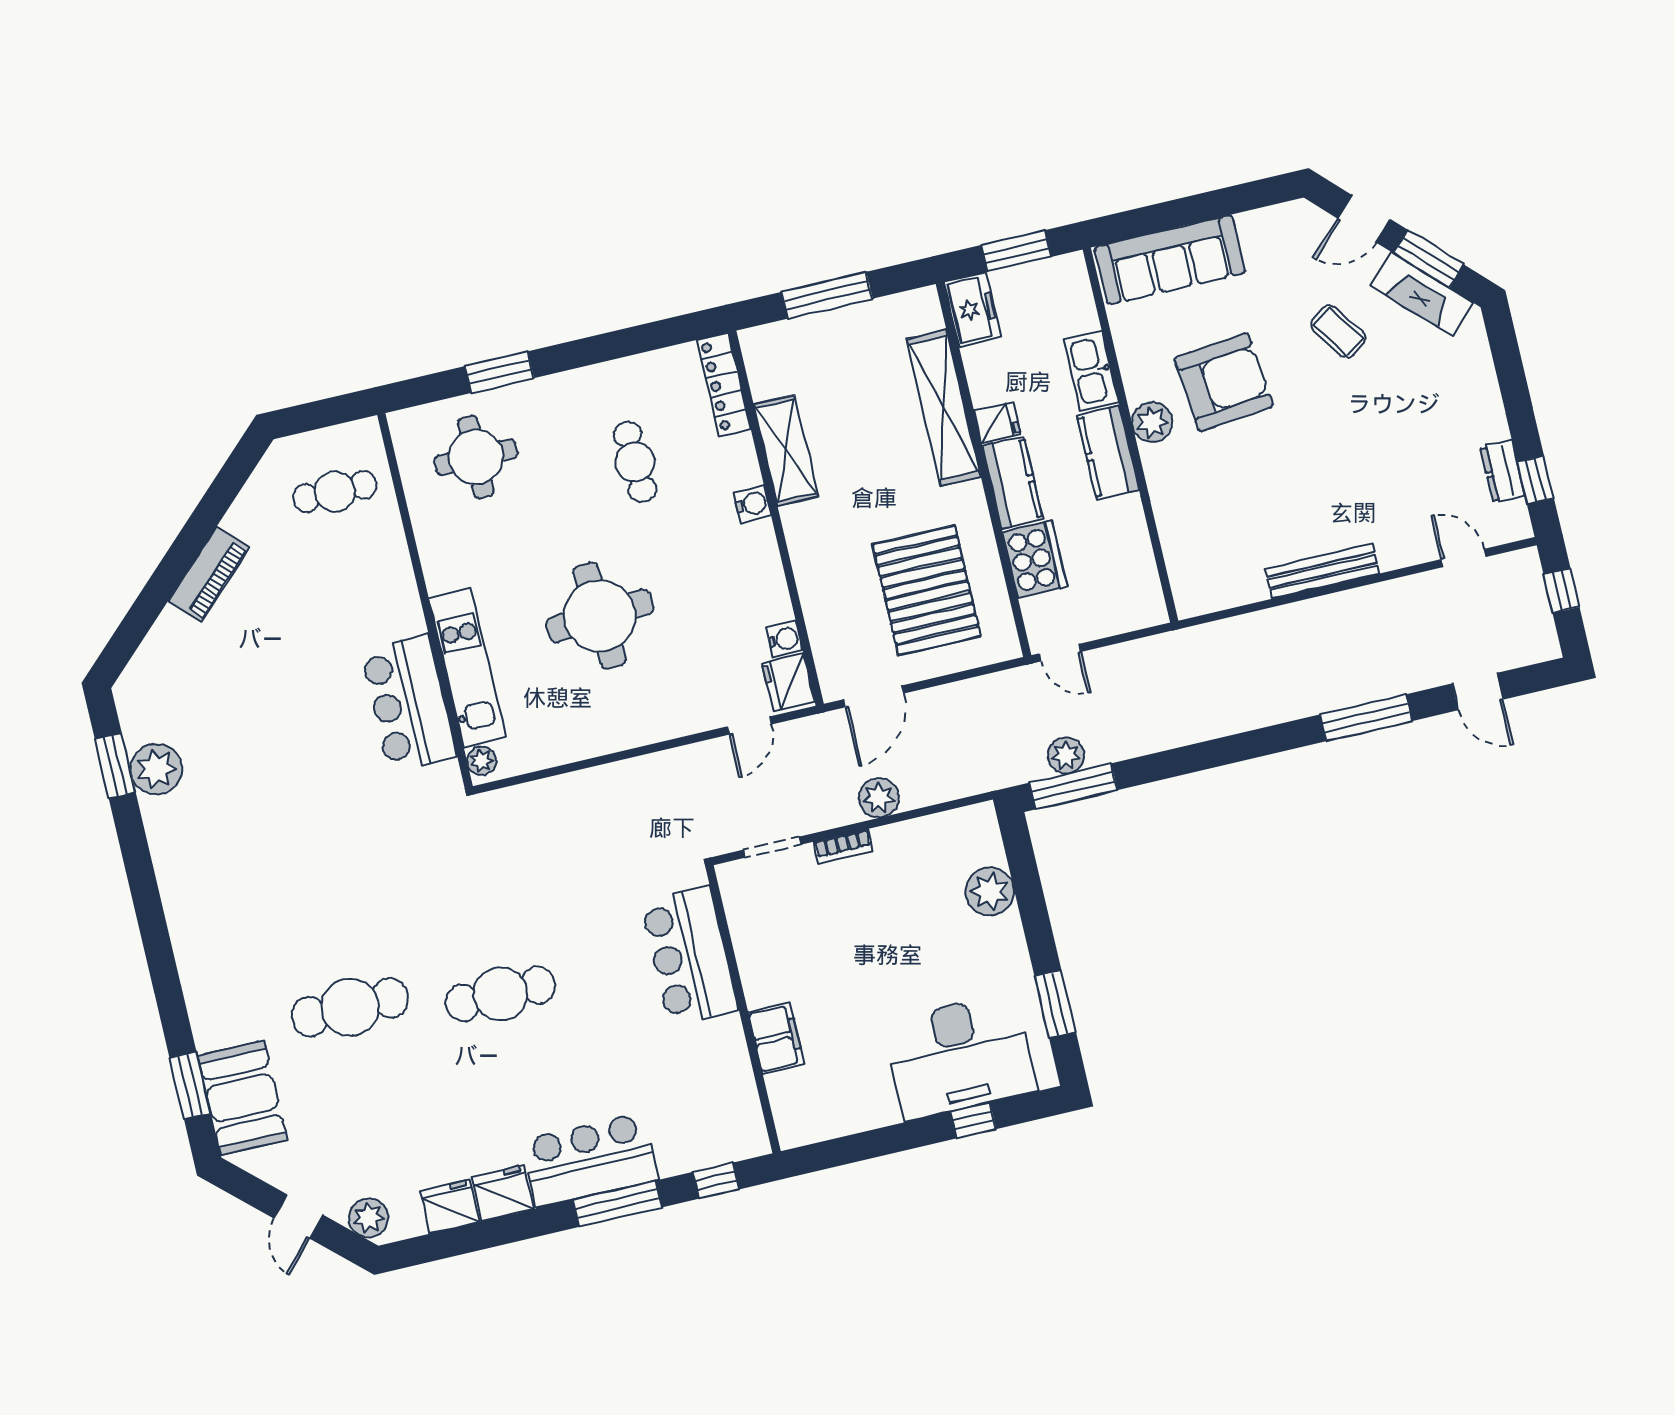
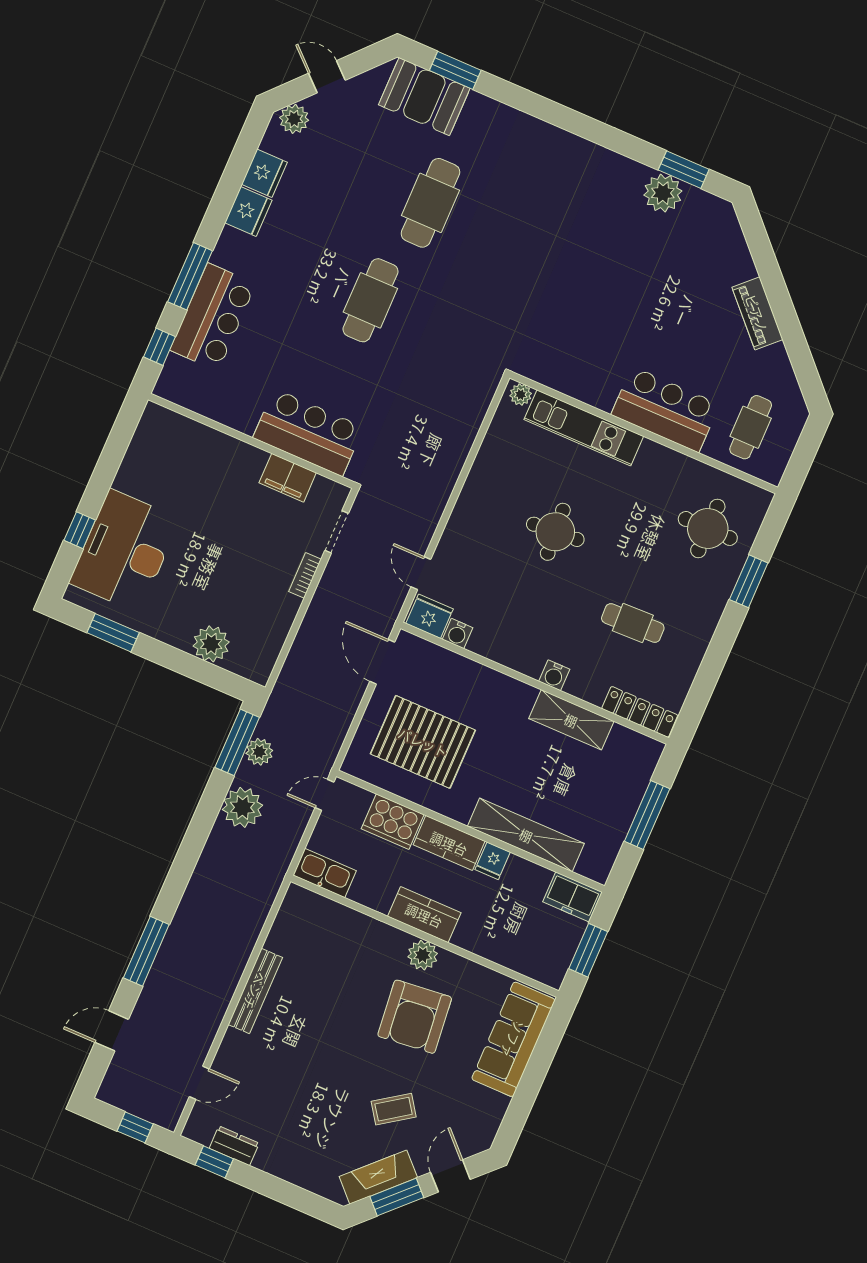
kitchen sink: (1091, 371) -> (325, 873), moved
round table: (600, 616) -> (555, 532), width x0.73, depth x0.73
bar counter: (409, 703) -> (665, 409), moved
plant: (879, 798) -> (242, 807), moved, width x1.36, depth x1.36
filing cabinet: (776, 1038) -> (288, 478), moved
bar counter: (590, 1160) -> (213, 317), moved

